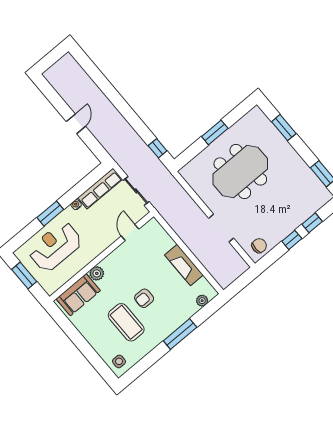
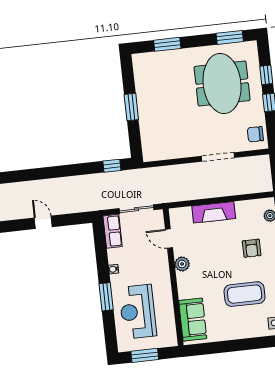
meeting table: (240, 171) -> (222, 83), moved
row of seats: (100, 189) -> (113, 231), width x0.68
chair: (259, 246) -> (255, 134), turned -90
fireplace: (184, 265) -> (214, 212), moved
plant: (97, 273) -> (182, 264), moved
armchair: (144, 298) -> (252, 248), moved

